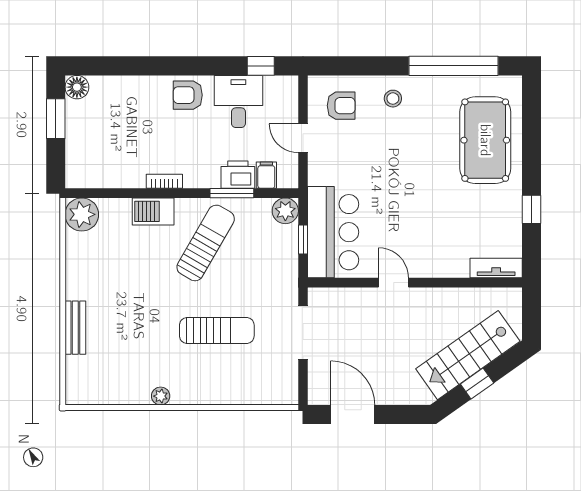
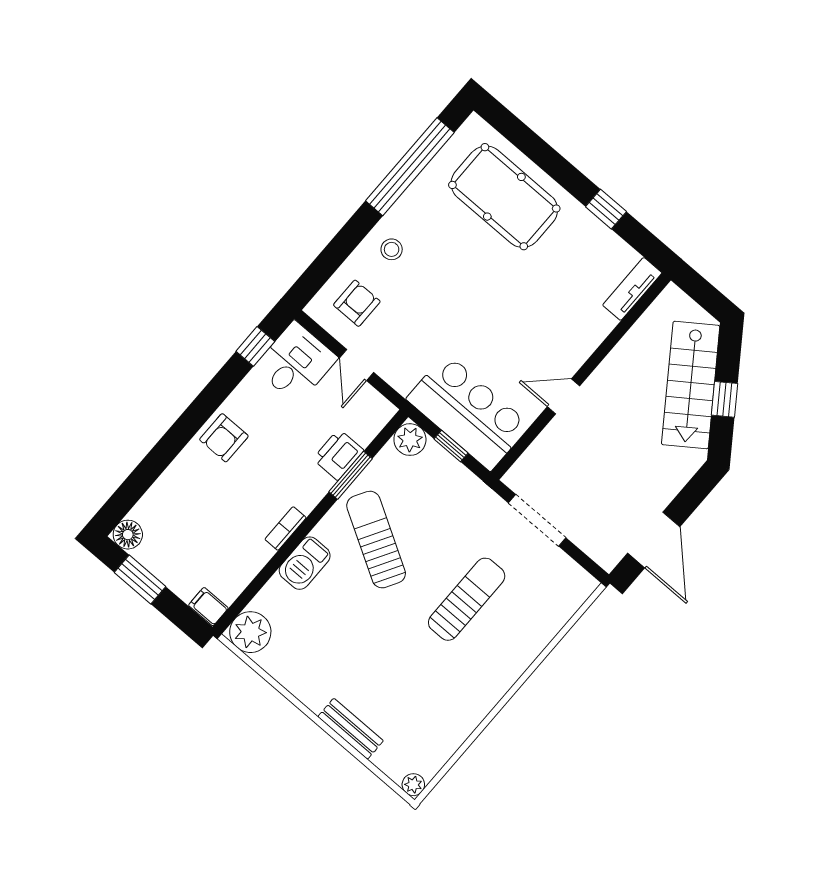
desk: (238, 101) -> (296, 363), moved, turned 90
door: (303, 138) -> (357, 365), hinge flipped
filing cabinet: (266, 175) -> (208, 607), moved
plant: (161, 396) -> (413, 785), moved
door: (353, 415) -> (654, 540), swing flipped

